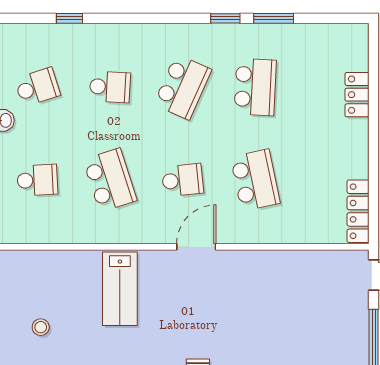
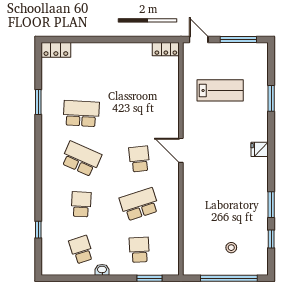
window: (225, 18) -> (38, 132), removed
locker: (357, 95) -> (56, 50), moved
school desk: (255, 180) -> (139, 113), removed
locker: (358, 211) -> (166, 49), width x0.66
lab bench: (120, 289) -> (220, 90), moved

